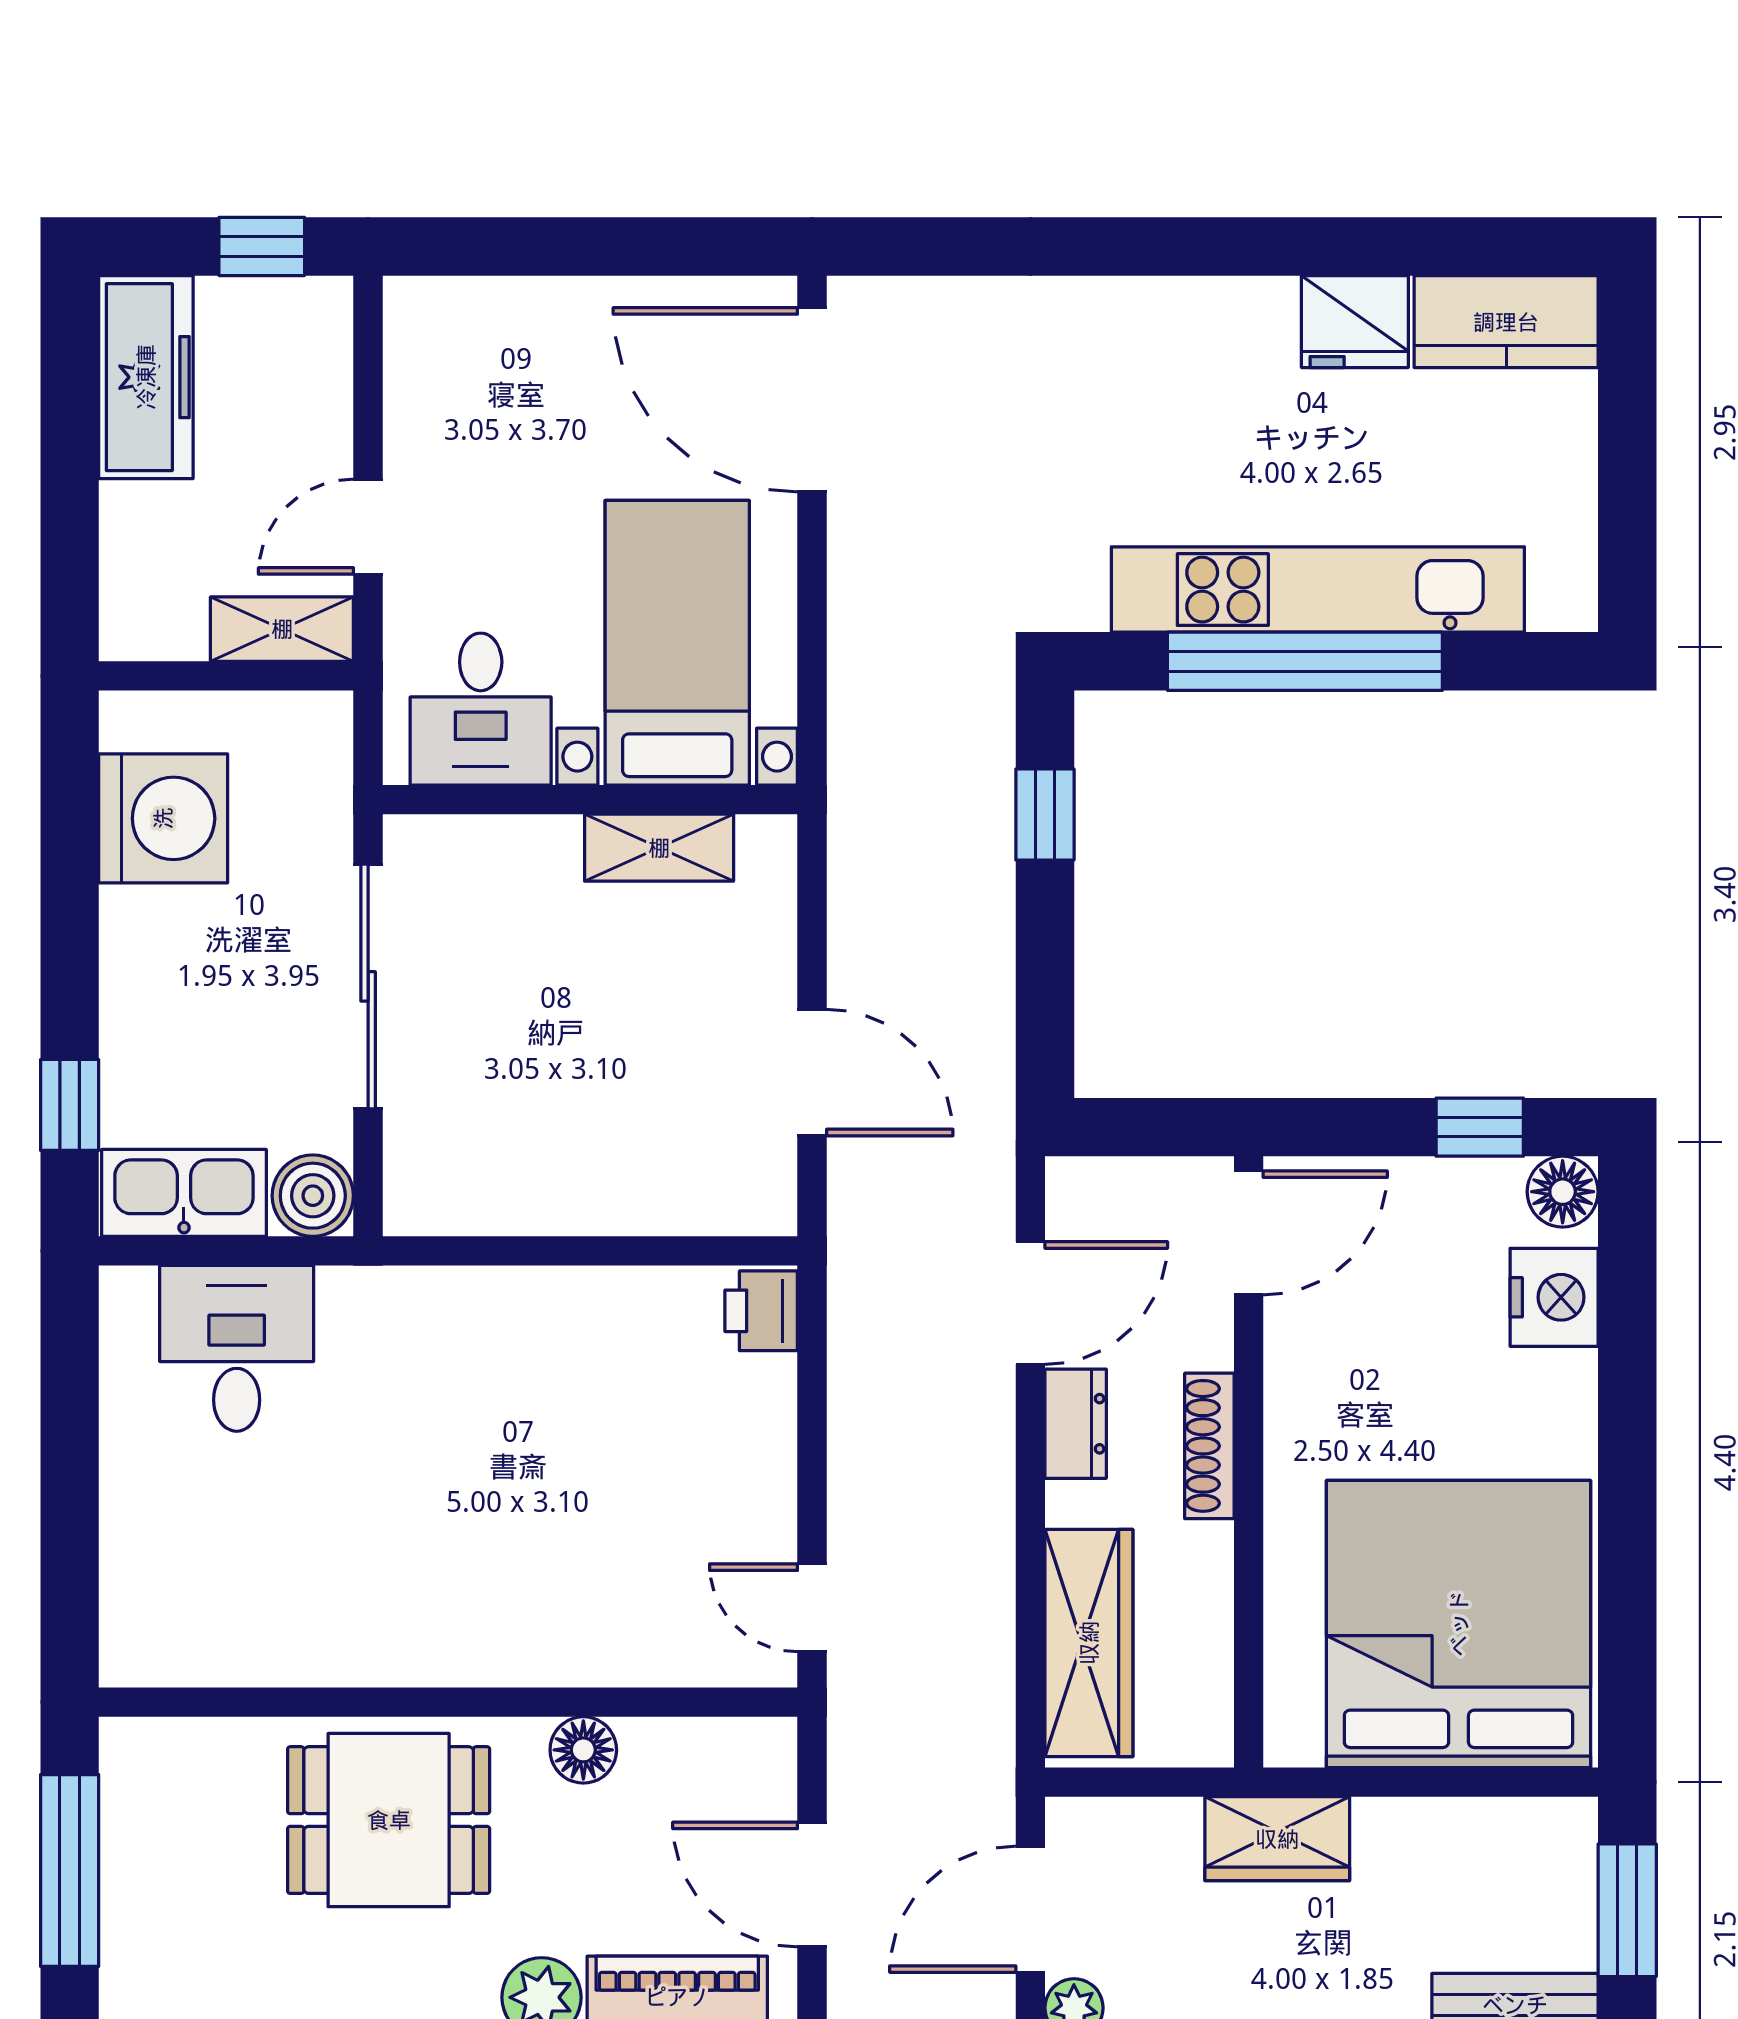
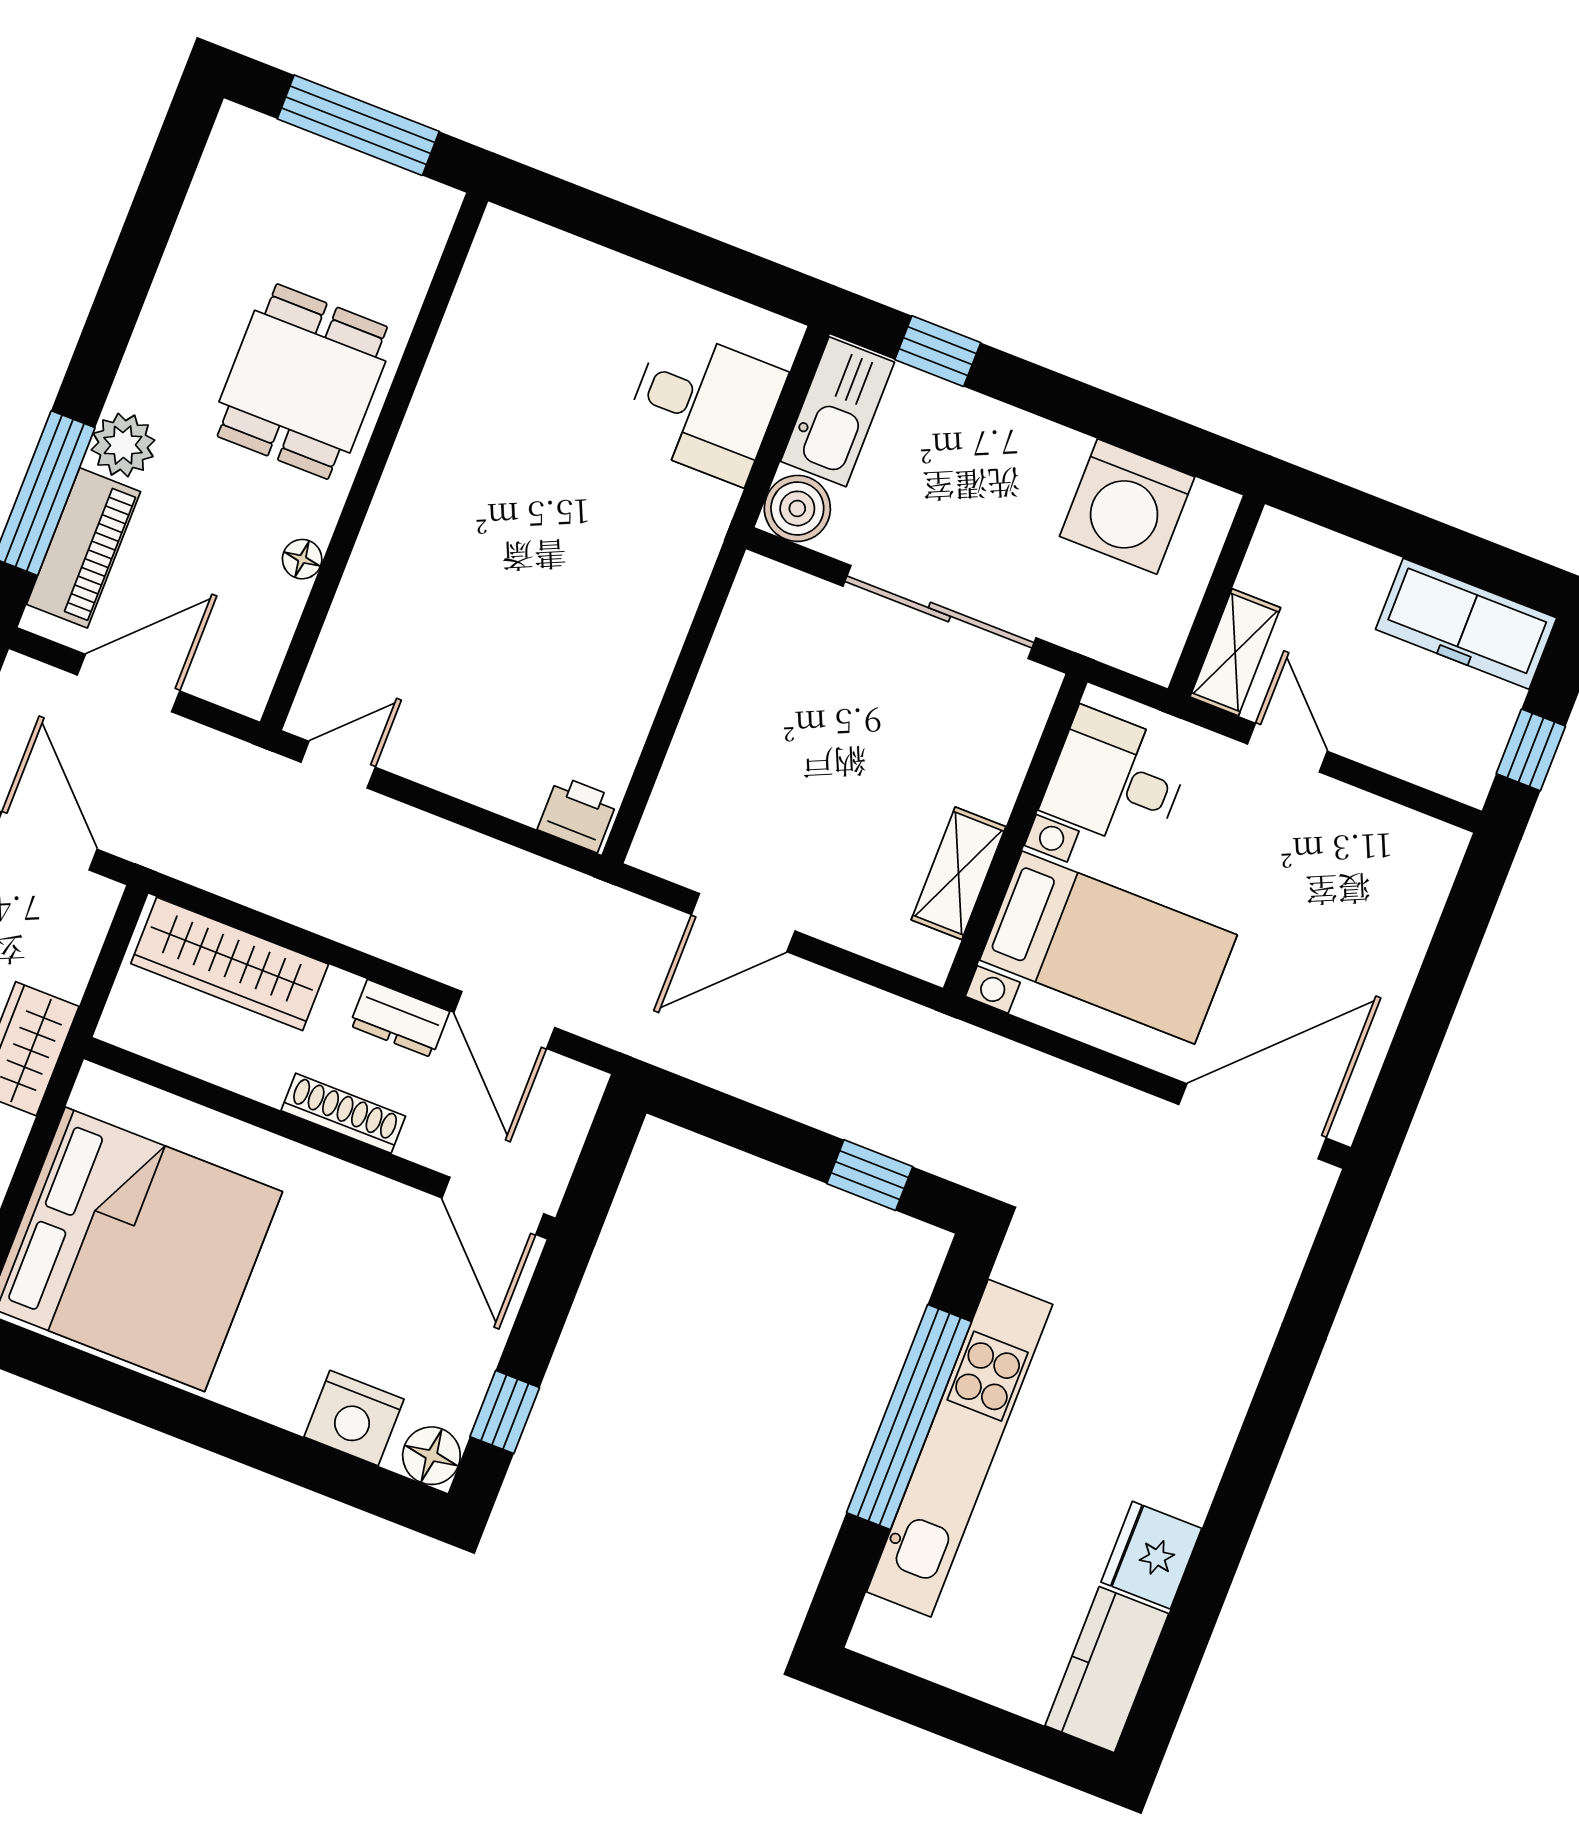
floor lamp: (583, 1750) -> (302, 559), width x0.73, depth x0.73

